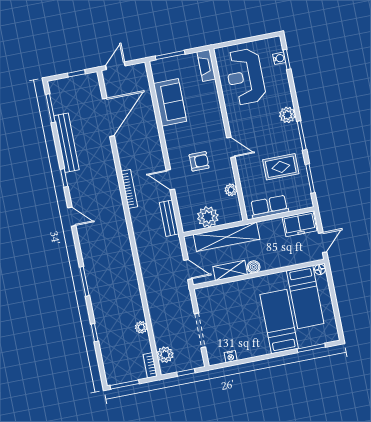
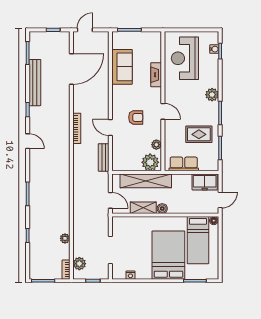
fireplace: (206, 65) -> (156, 75), moved
plant: (208, 217) -> (150, 162), moved
bed: (279, 321) -> (168, 255), width x1.50

